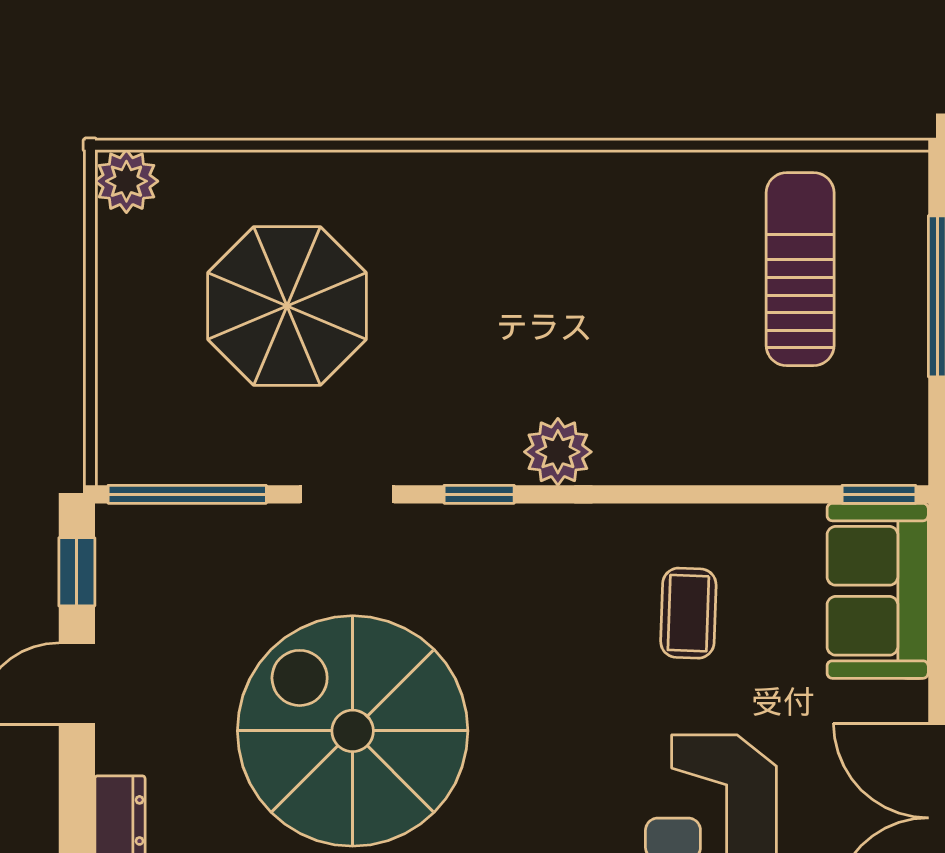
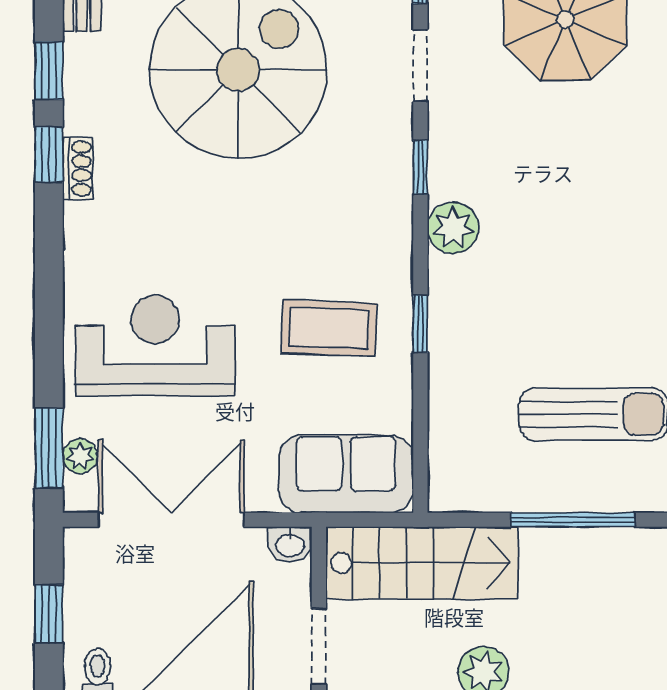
window: (879, 494) -> (420, 324), moved
coffee table: (688, 613) -> (329, 328), width x1.36, depth x1.30

